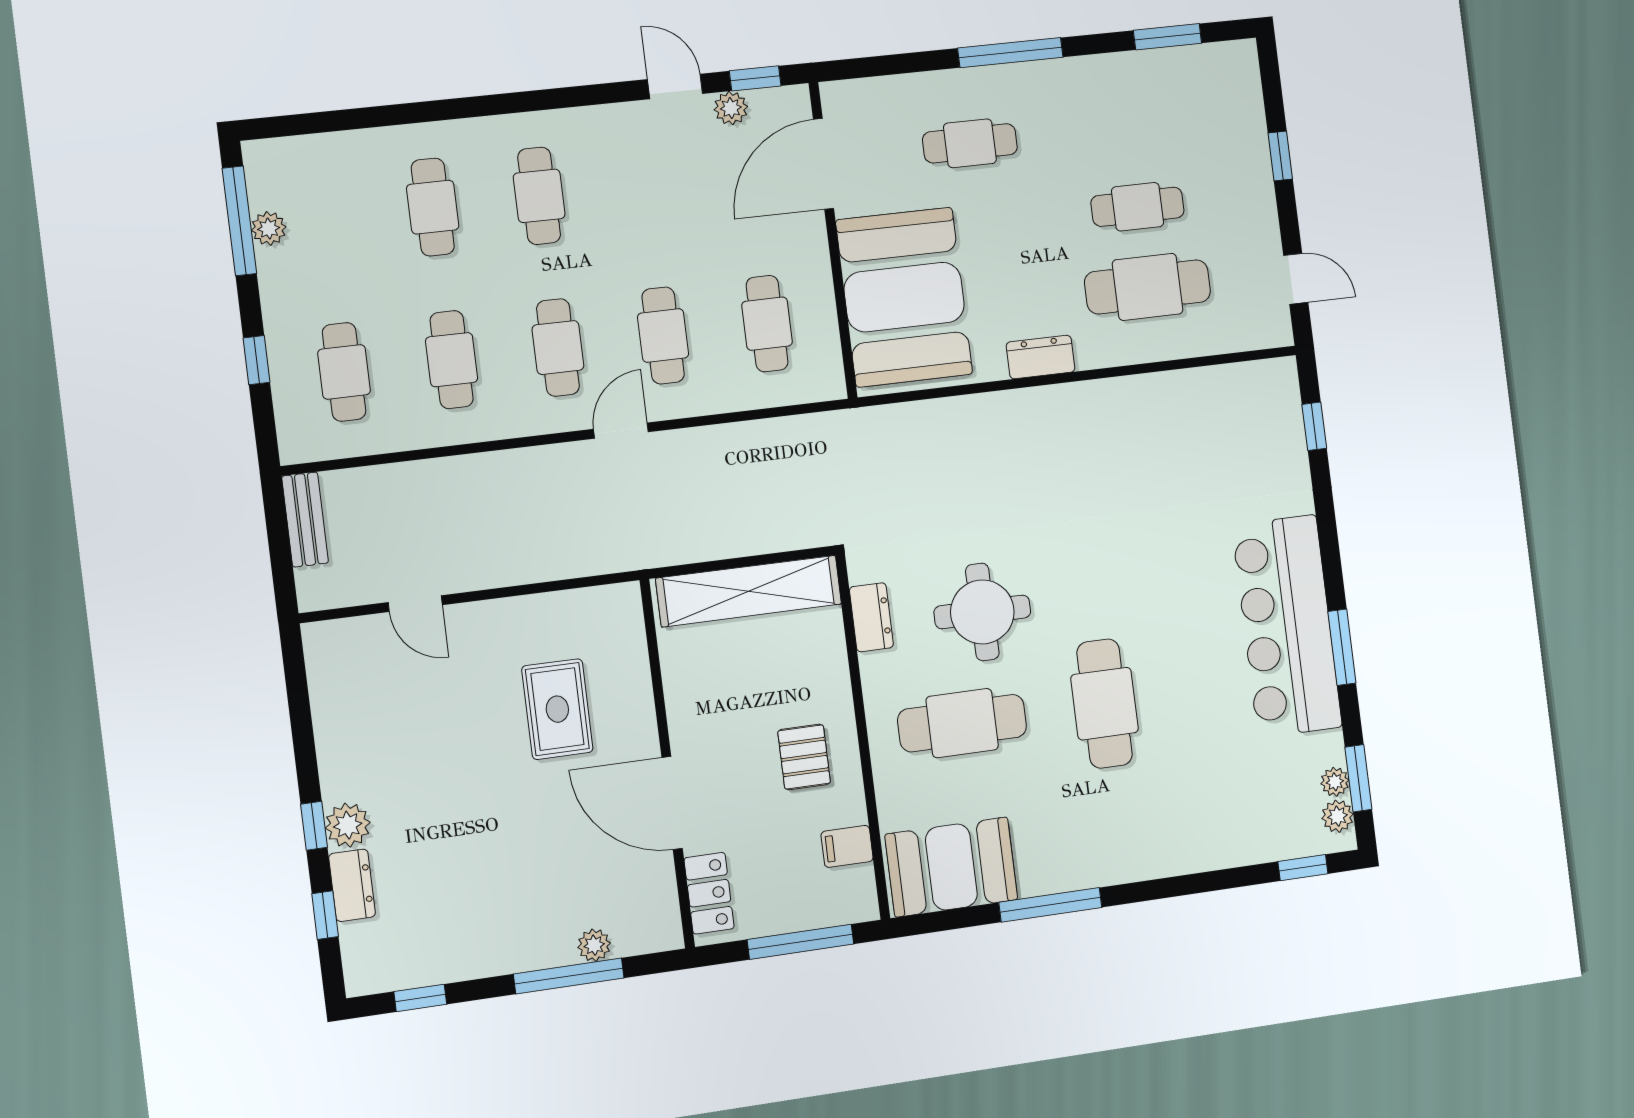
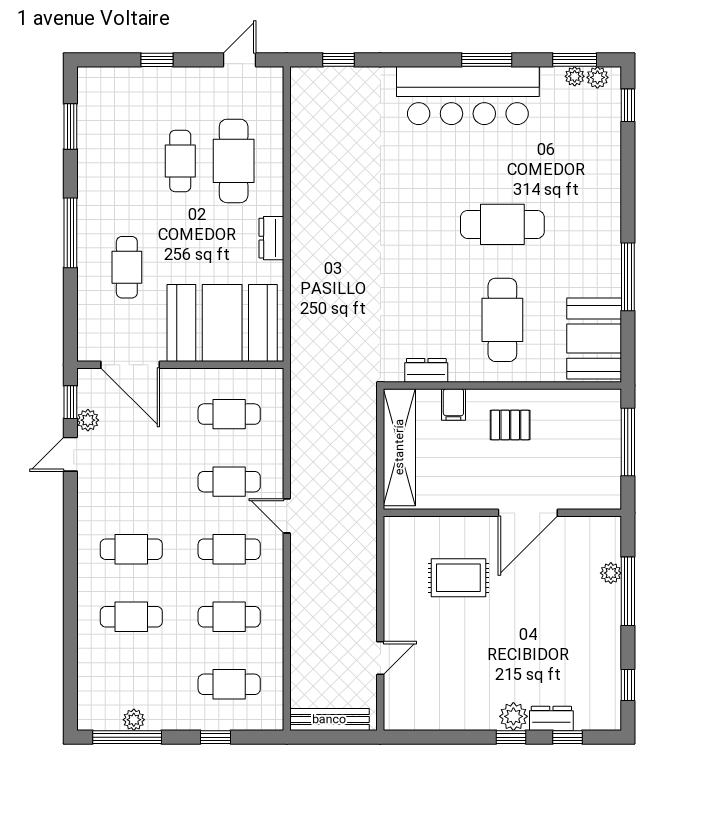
bench: (305, 520) -> (329, 719), width x1.36
round table: (982, 612) -> (432, 298), removed
filing cabinet: (847, 846) -> (453, 404), moved
locker: (709, 893) -> (588, 496), removed

